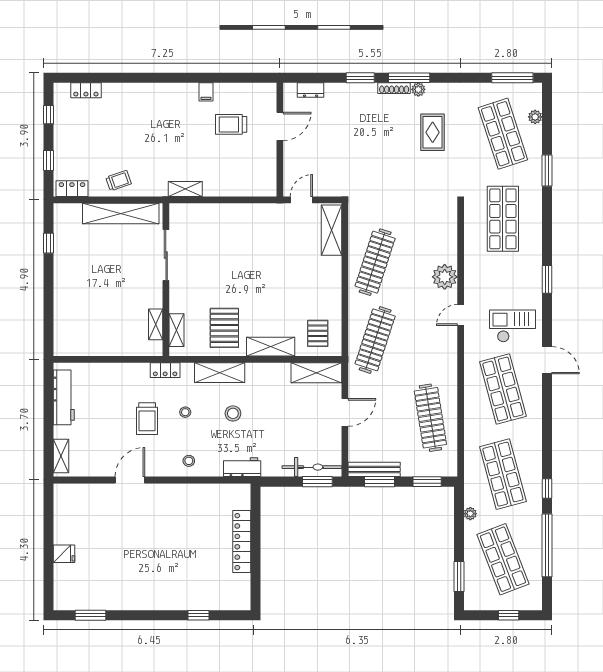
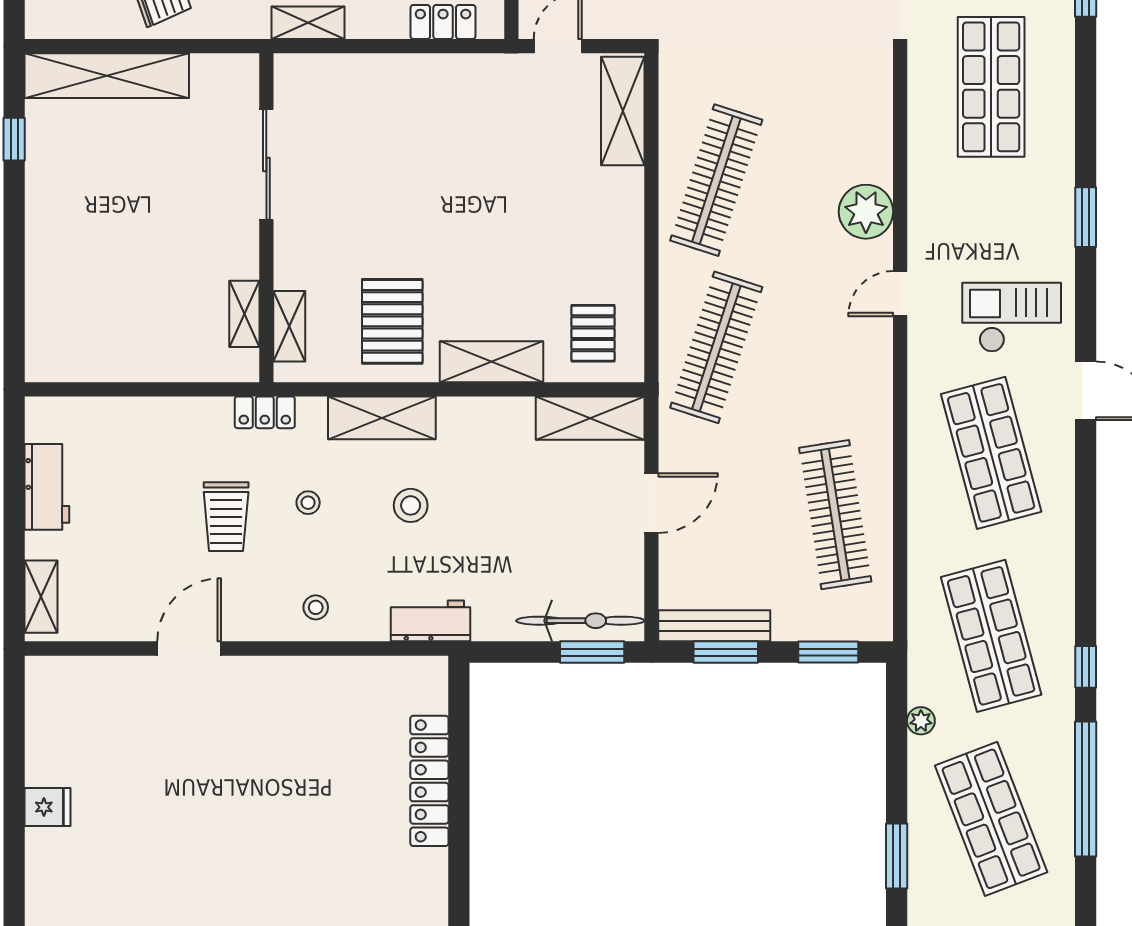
locker: (72, 189) -> (443, 22), moved
shelving: (121, 214) -> (107, 76), moved
workbench: (64, 397) -> (47, 487), width x0.73

